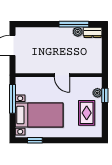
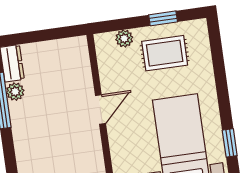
window: (105, 95) -> (163, 18), moved

